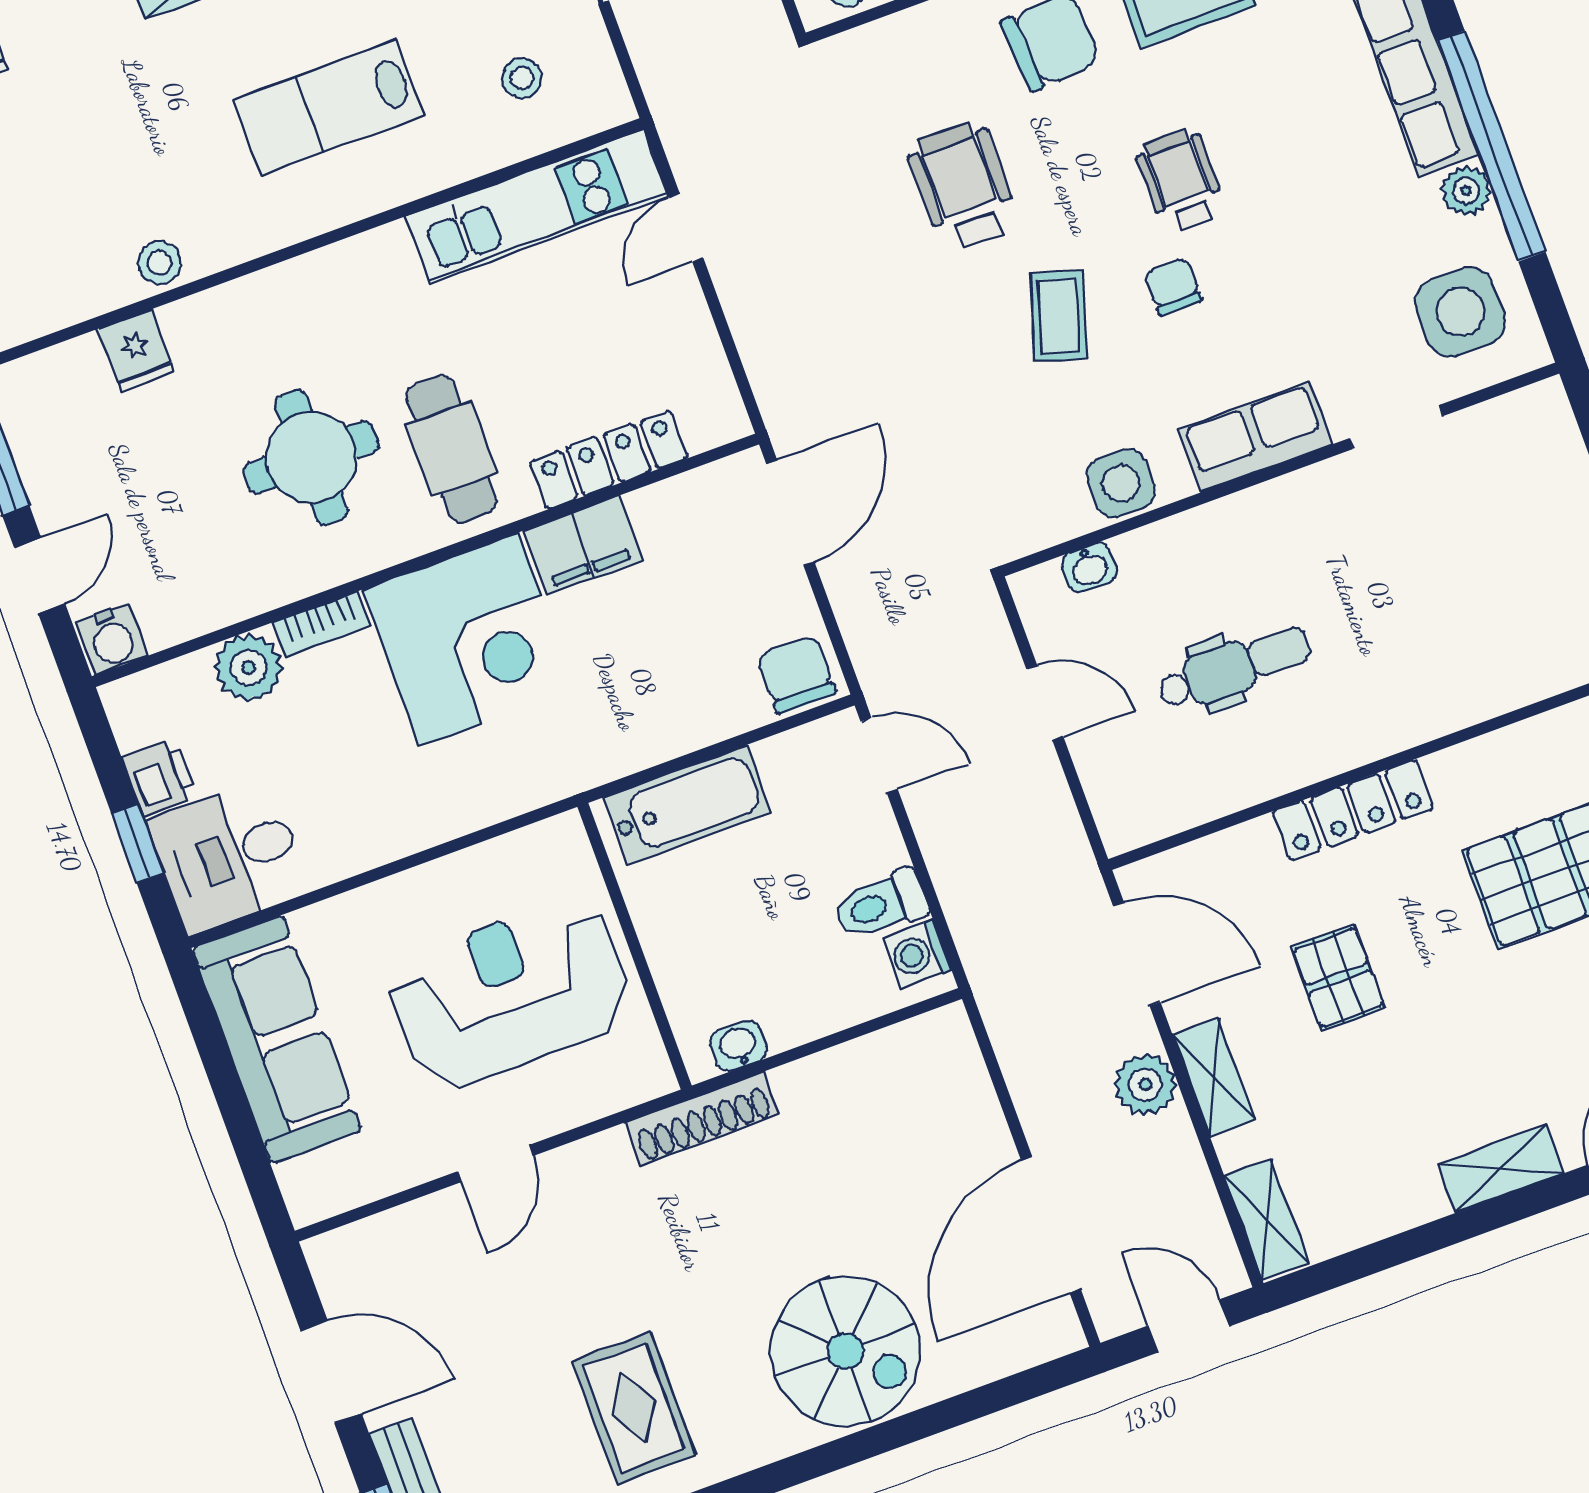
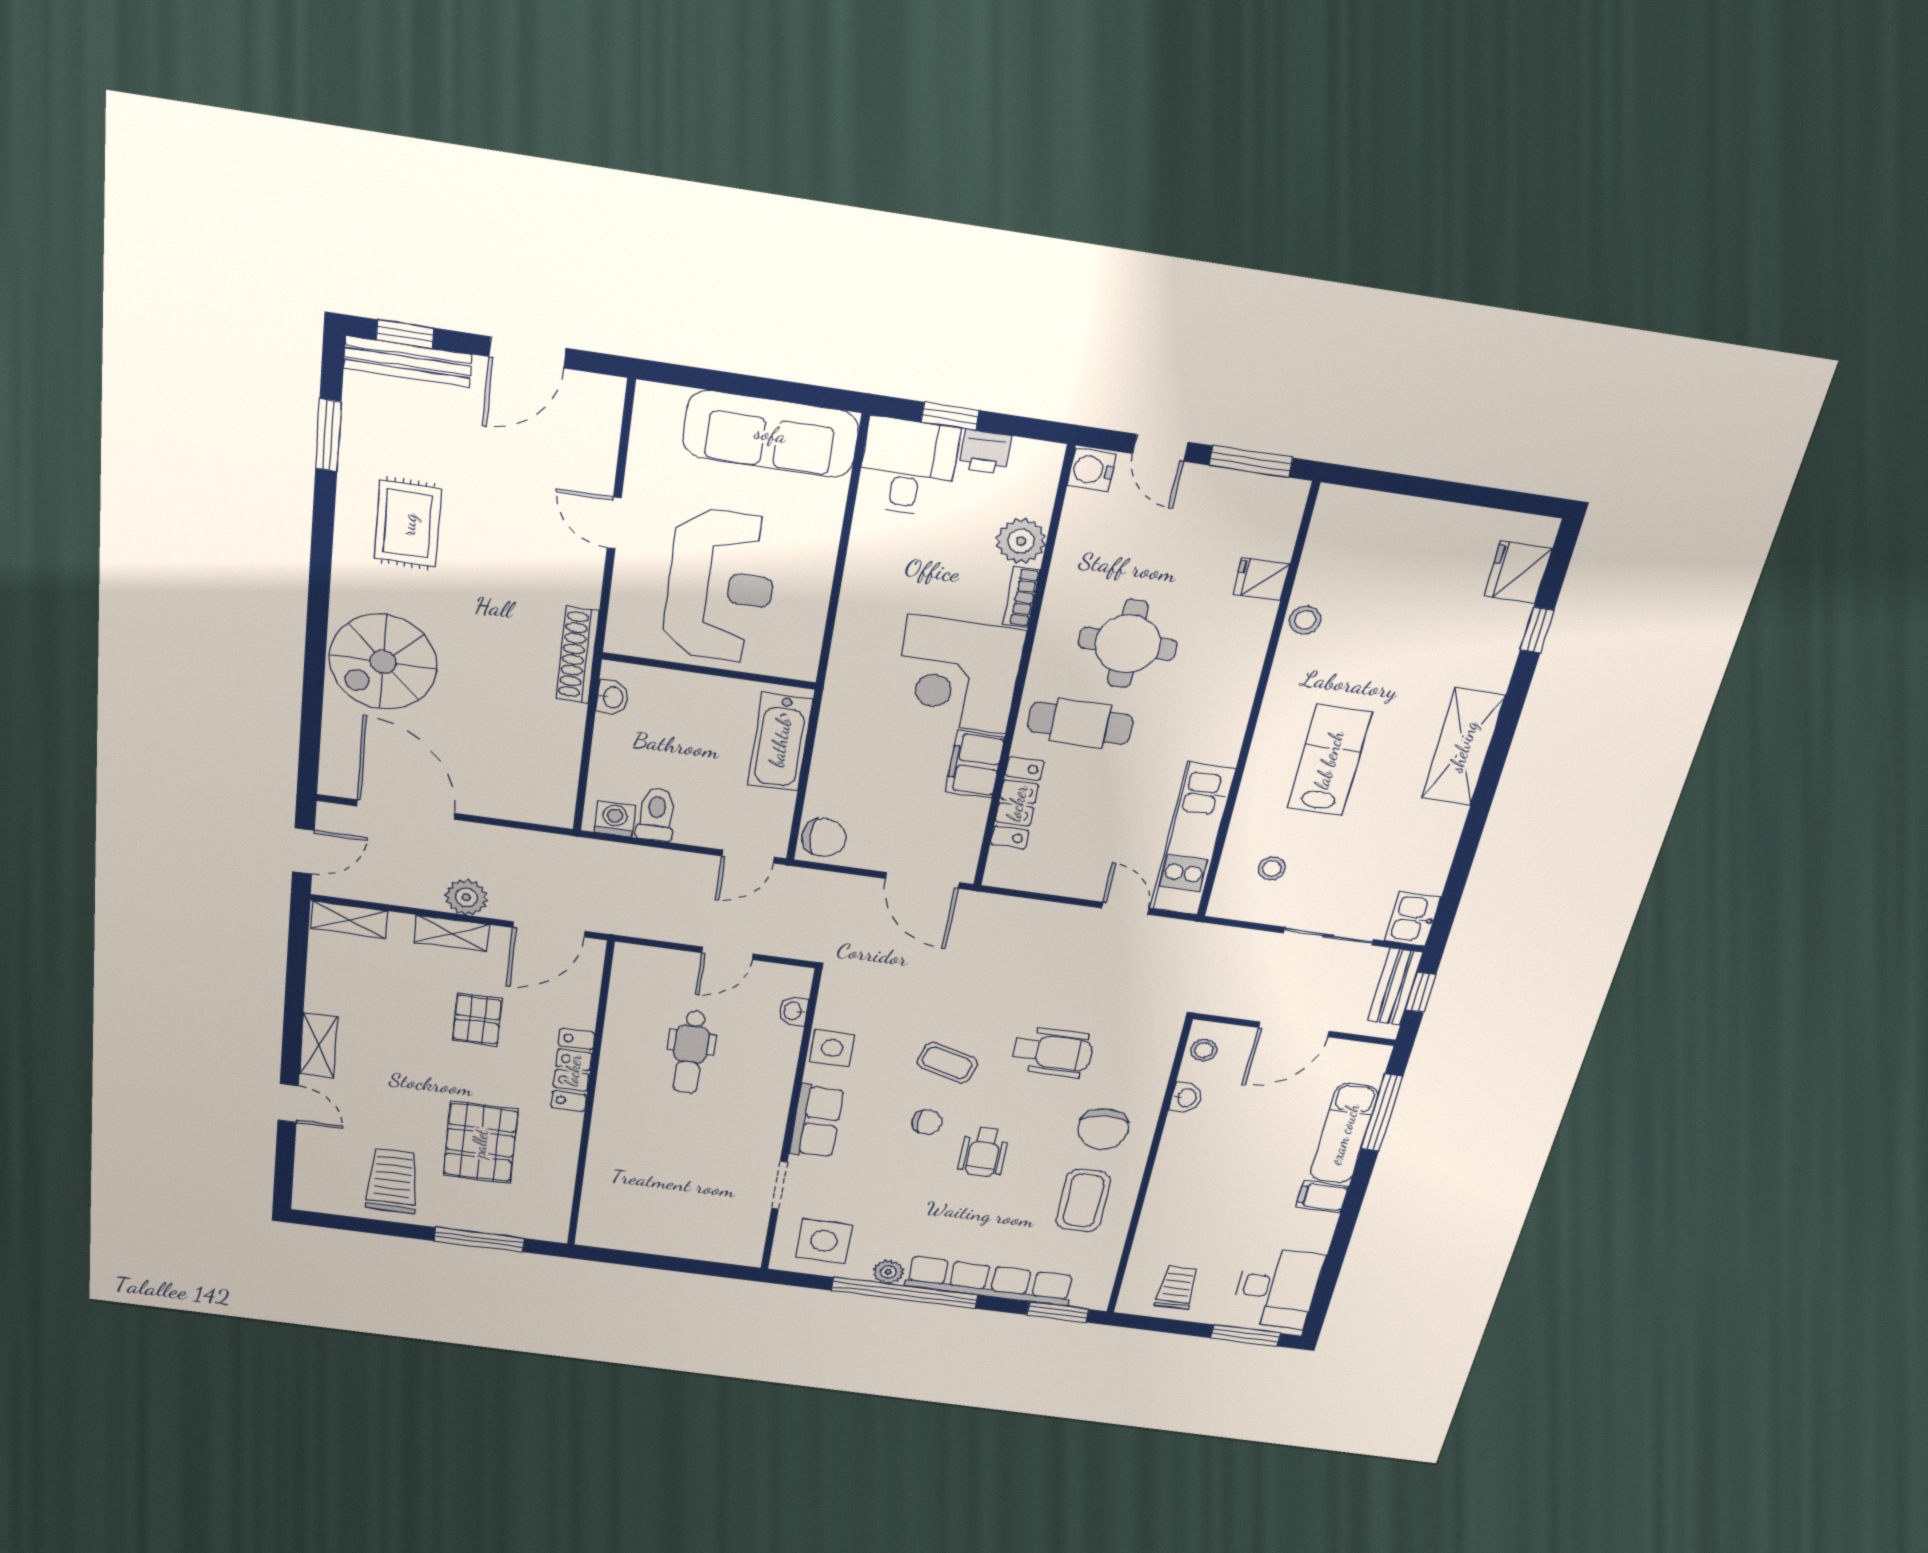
wheelchair: (1181, 180) -> (984, 1152), turned 90
pallet: (1338, 978) -> (477, 1020), turned 90
rug: (634, 1408) -> (408, 524), turned 90

